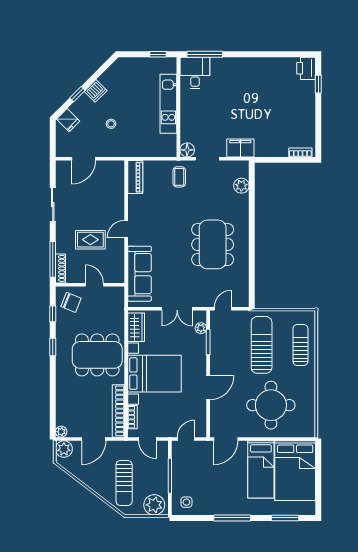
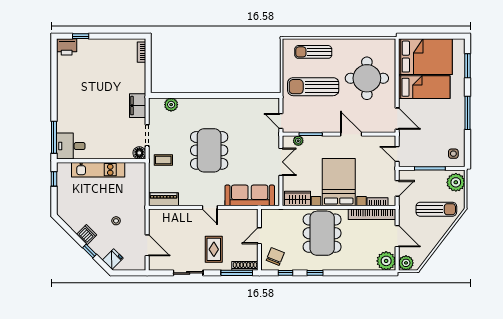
rug: (90, 240) -> (214, 249), moved
dining table: (213, 244) -> (209, 150), moved, turned 90
plant: (61, 432) -> (386, 261), width x1.87, depth x1.87

